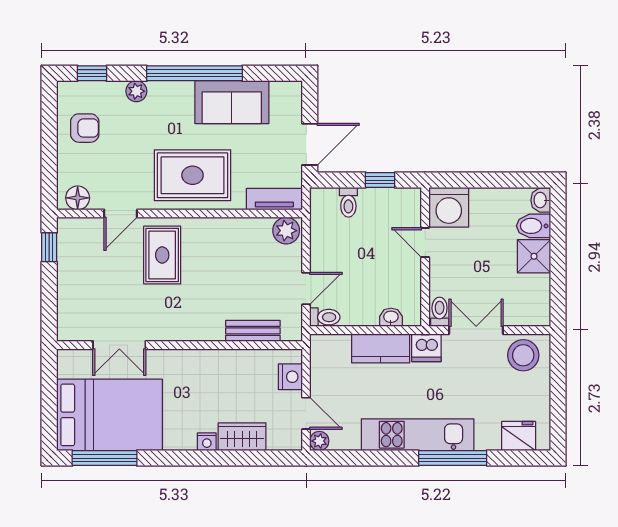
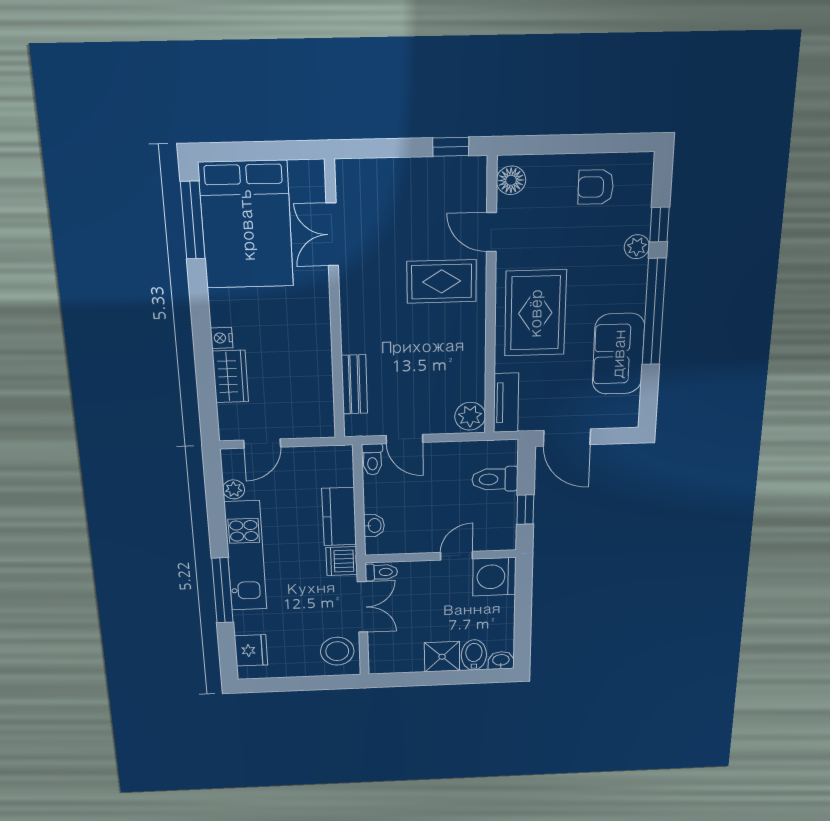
window: (92, 73) -> (659, 225), moved
armchair: (85, 128) -> (596, 187), turned 90
toilet: (348, 202) -> (495, 479), width x1.37, depth x1.39
nightstand: (290, 377) -> (303, 426), removed
plant: (319, 441) -> (234, 489), moved

